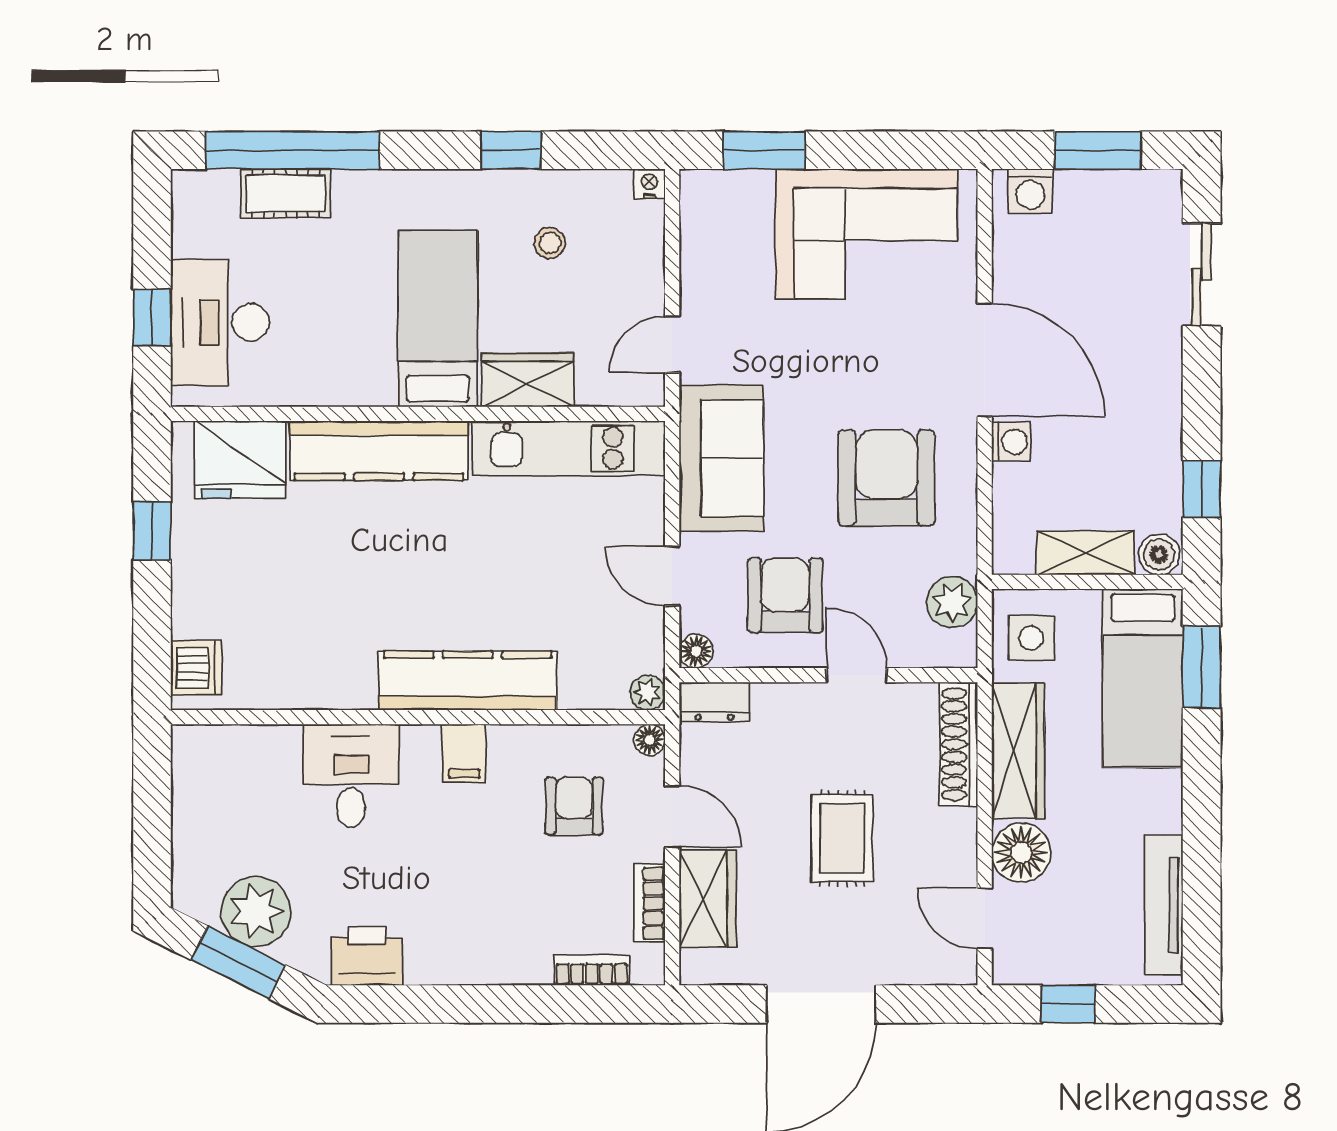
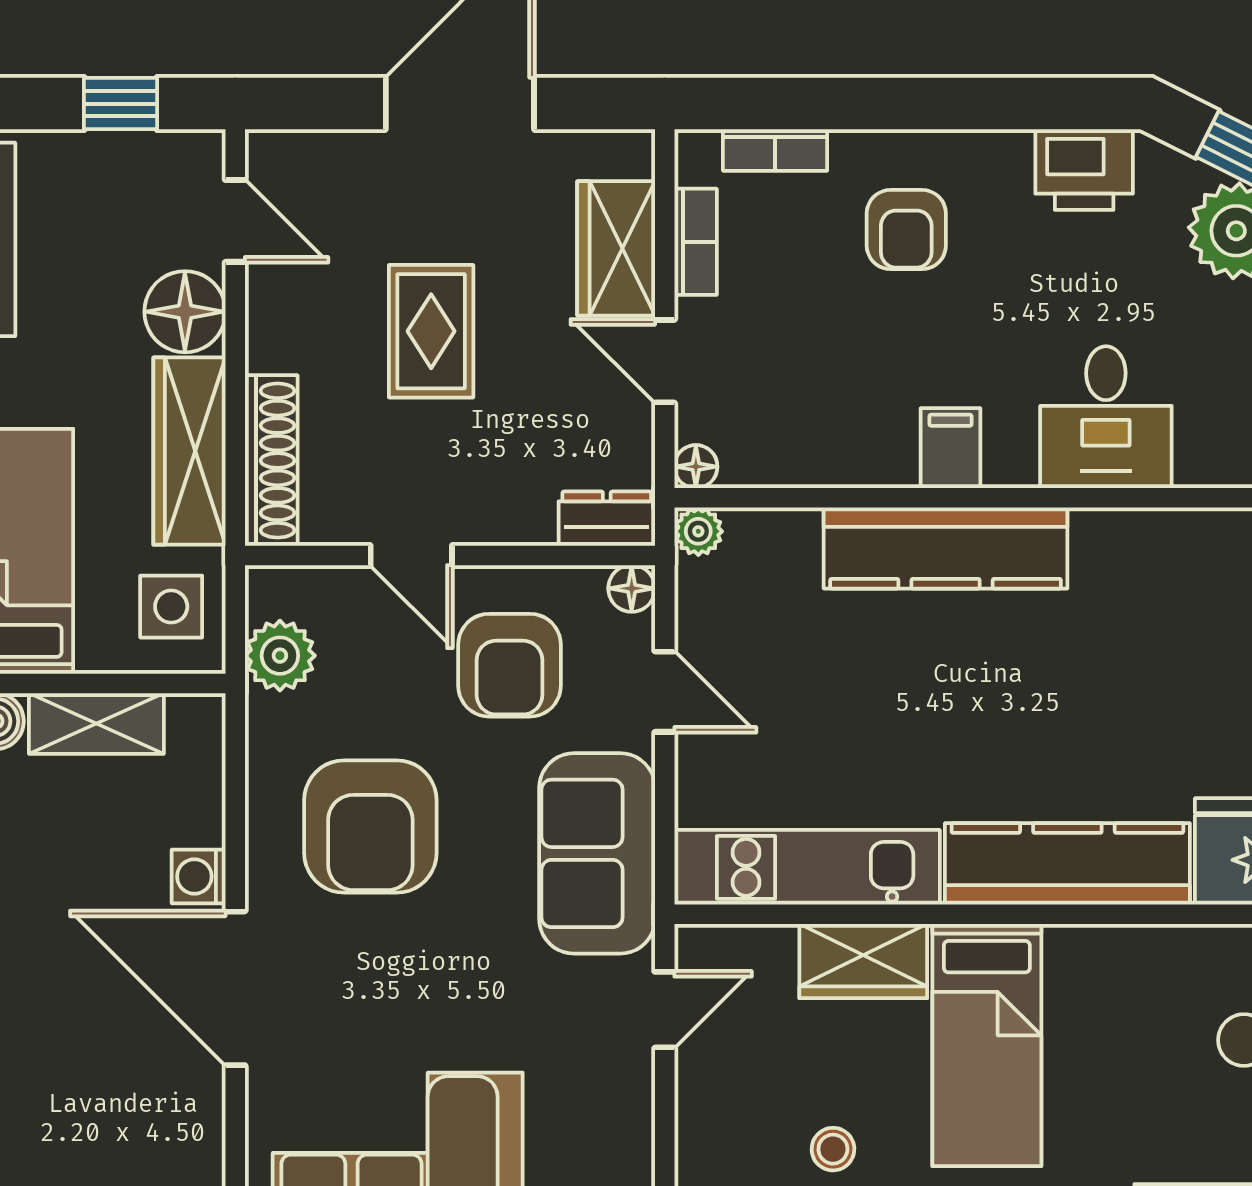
armchair: (574, 806) -> (906, 230), moved

